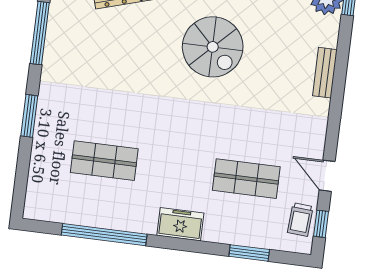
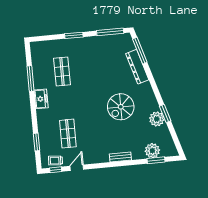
freezer: (180, 224) -> (41, 99), moved
window: (104, 235) -> (30, 78), width x0.68

